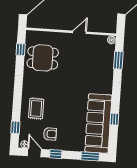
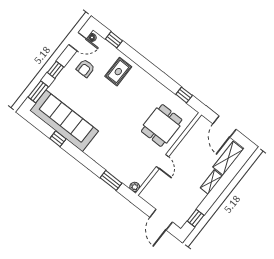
dining table: (43, 58) -> (162, 125), moved
rug: (36, 109) -> (118, 72), turned 90
window: (56, 154) -> (55, 70), moved

